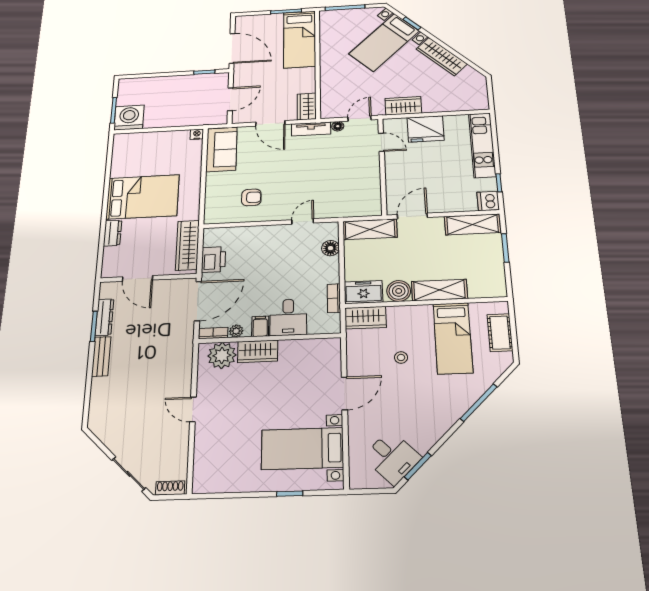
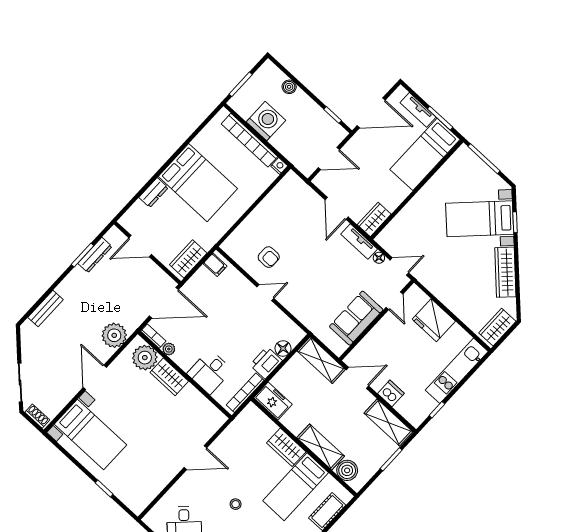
tv unit: (265, 20) -> (418, 110), added
door: (232, 48) -> (371, 113), hinge flipped
boiler: (153, 82) -> (289, 87), added
wardrobe: (403, 106) -> (497, 327), moved, turned -90
washing machine: (129, 118) -> (266, 121), moved
bookcase: (156, 138) -> (249, 140), added
sofa: (221, 149) -> (356, 318), moved, turned 180
dishwasher: (488, 201) -> (391, 393), moved, turned 90
door: (303, 221) -> (265, 293), moved
wardrobe: (187, 245) -> (188, 259), width x0.67
printer: (213, 260) -> (266, 363), moved, turned 180
door: (138, 278) -> (140, 246), hinge flipped
boiler: (399, 291) -> (347, 470), moved
bookcase: (334, 298) -> (245, 393), width x1.56
wardrobe: (365, 318) -> (286, 447), moved
filing cabinet: (260, 326) -> (215, 265), moved, turned 90
bench: (101, 356) -> (45, 308), moved
stool: (401, 357) -> (236, 504), moved
plant: (179, 362) -> (114, 335), added
door: (193, 409) -> (95, 377), width x1.38
bed with nightstands: (302, 449) -> (91, 434), moved, turned 180

